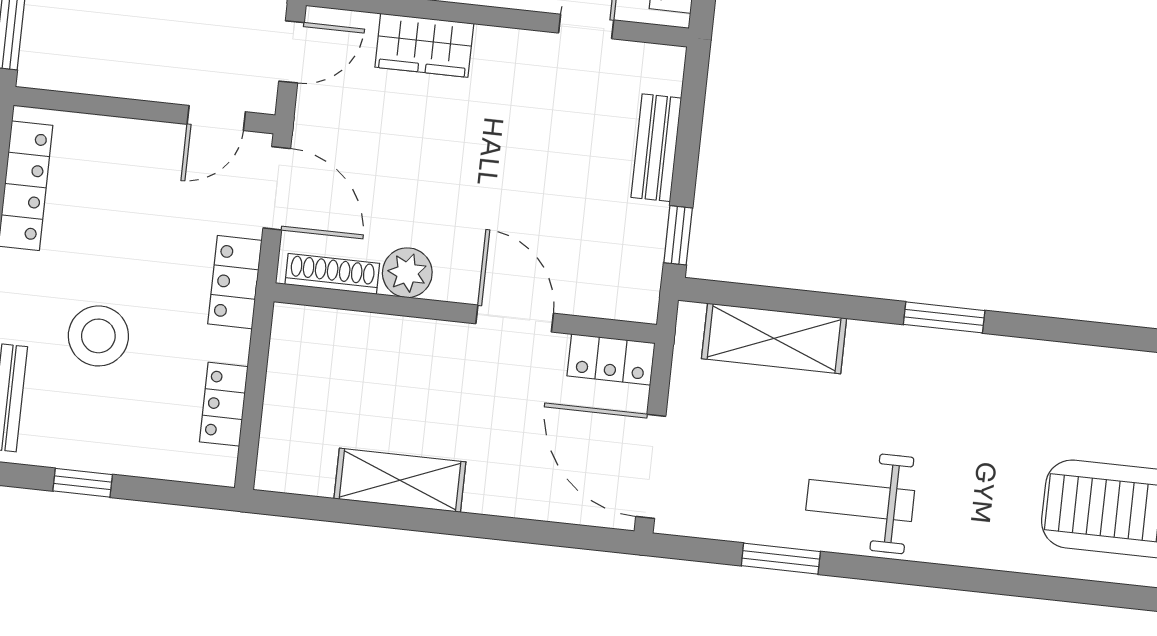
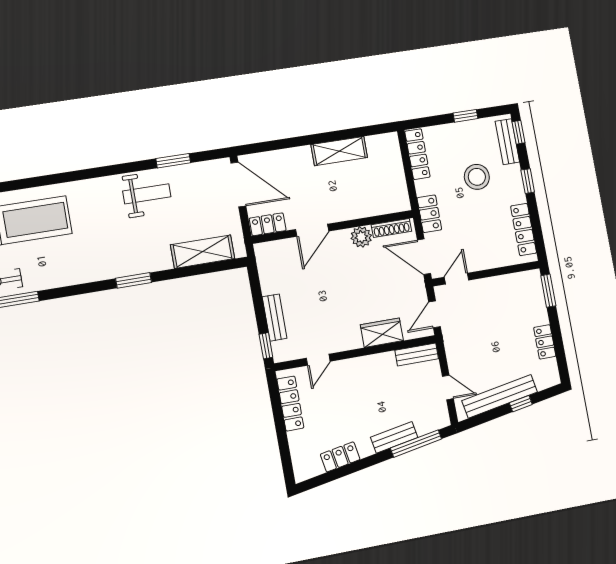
window: (678, 235) -> (266, 346), moved
door: (515, 318) -> (312, 230), hinge flipped
locker: (224, 404) -> (417, 154), width x1.53

